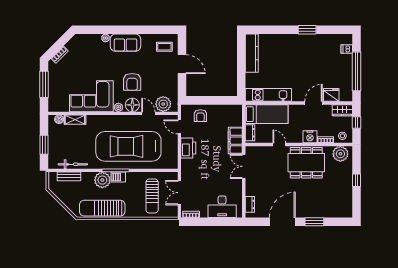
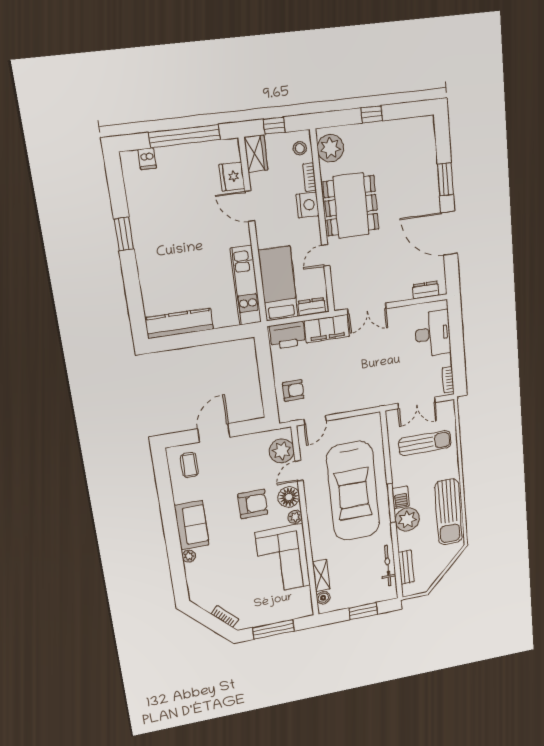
printer: (188, 148) -> (287, 335), moved, turned 180

